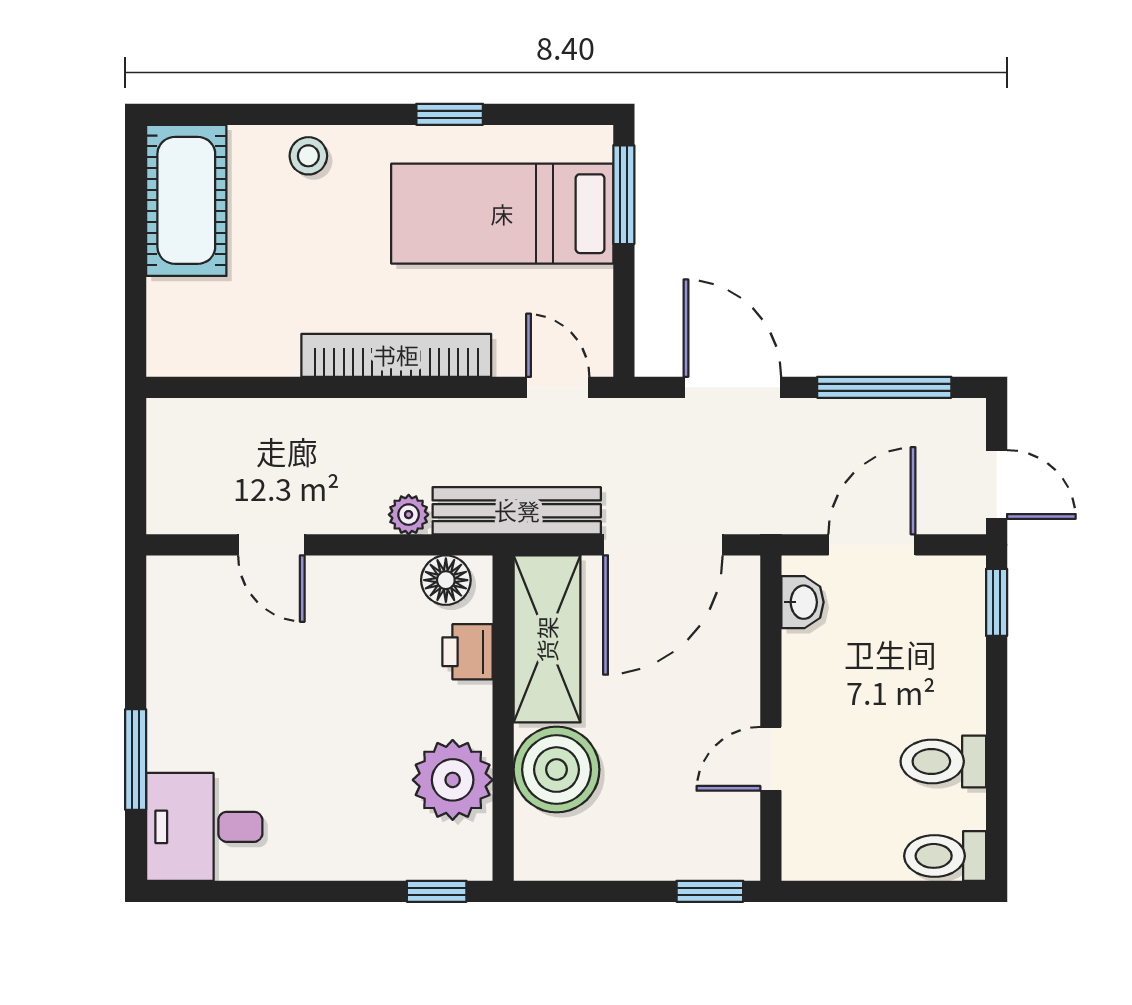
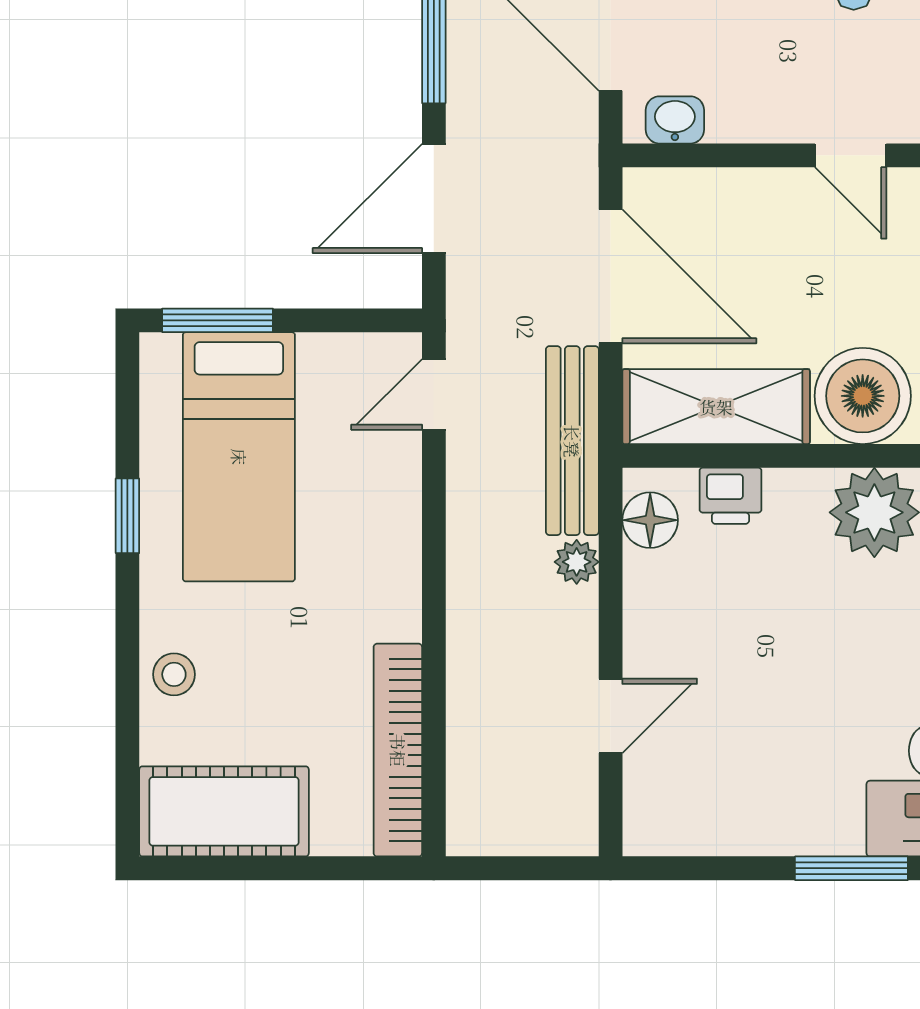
bookcase: (396, 355) -> (398, 750), moved

